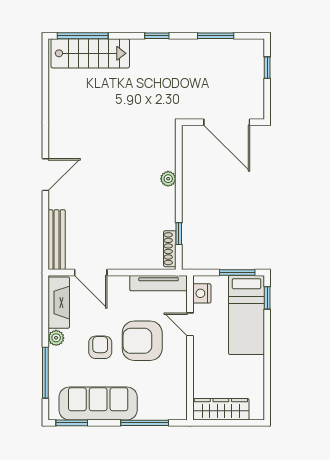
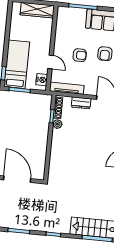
plant: (168, 179) -> (57, 124), moved
dresser: (132, 261) -> (81, 103), added
armchair: (142, 341) -> (80, 55), width x0.53, depth x0.53

